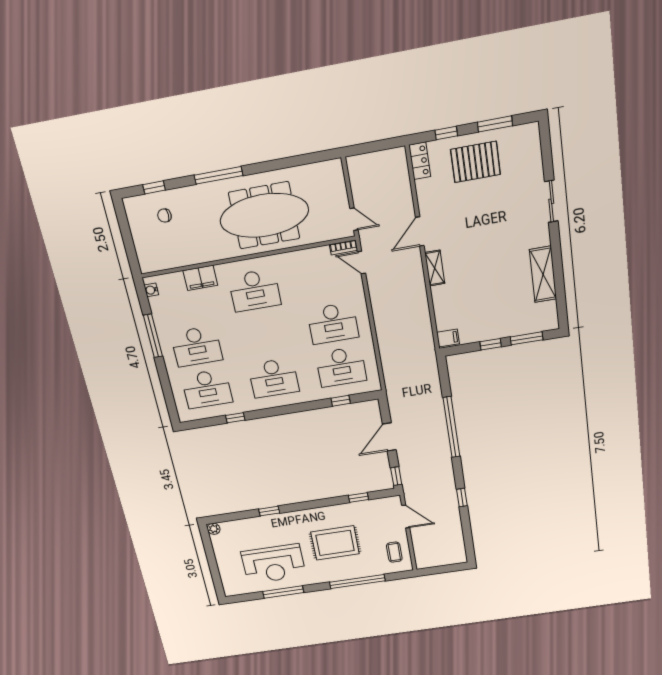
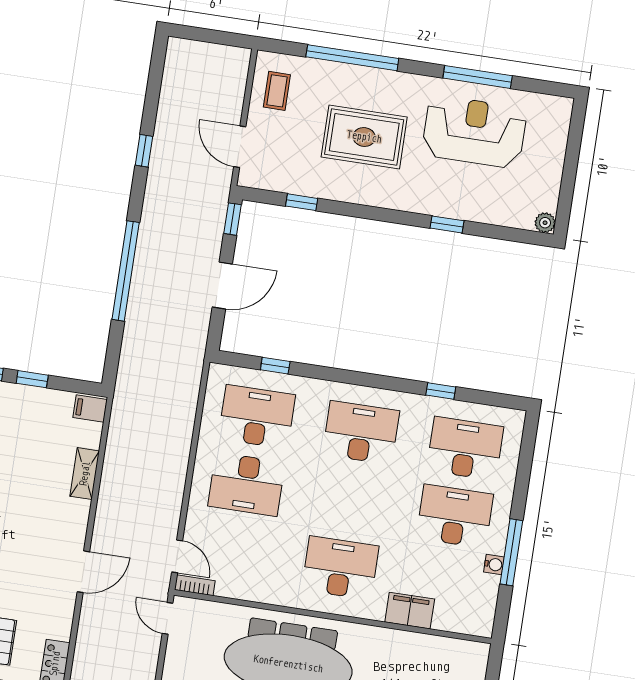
shelving: (435, 268) -> (85, 474), moved
water cooler: (151, 290) -> (494, 564), moved
desk: (333, 323) -> (246, 484), turned 180

